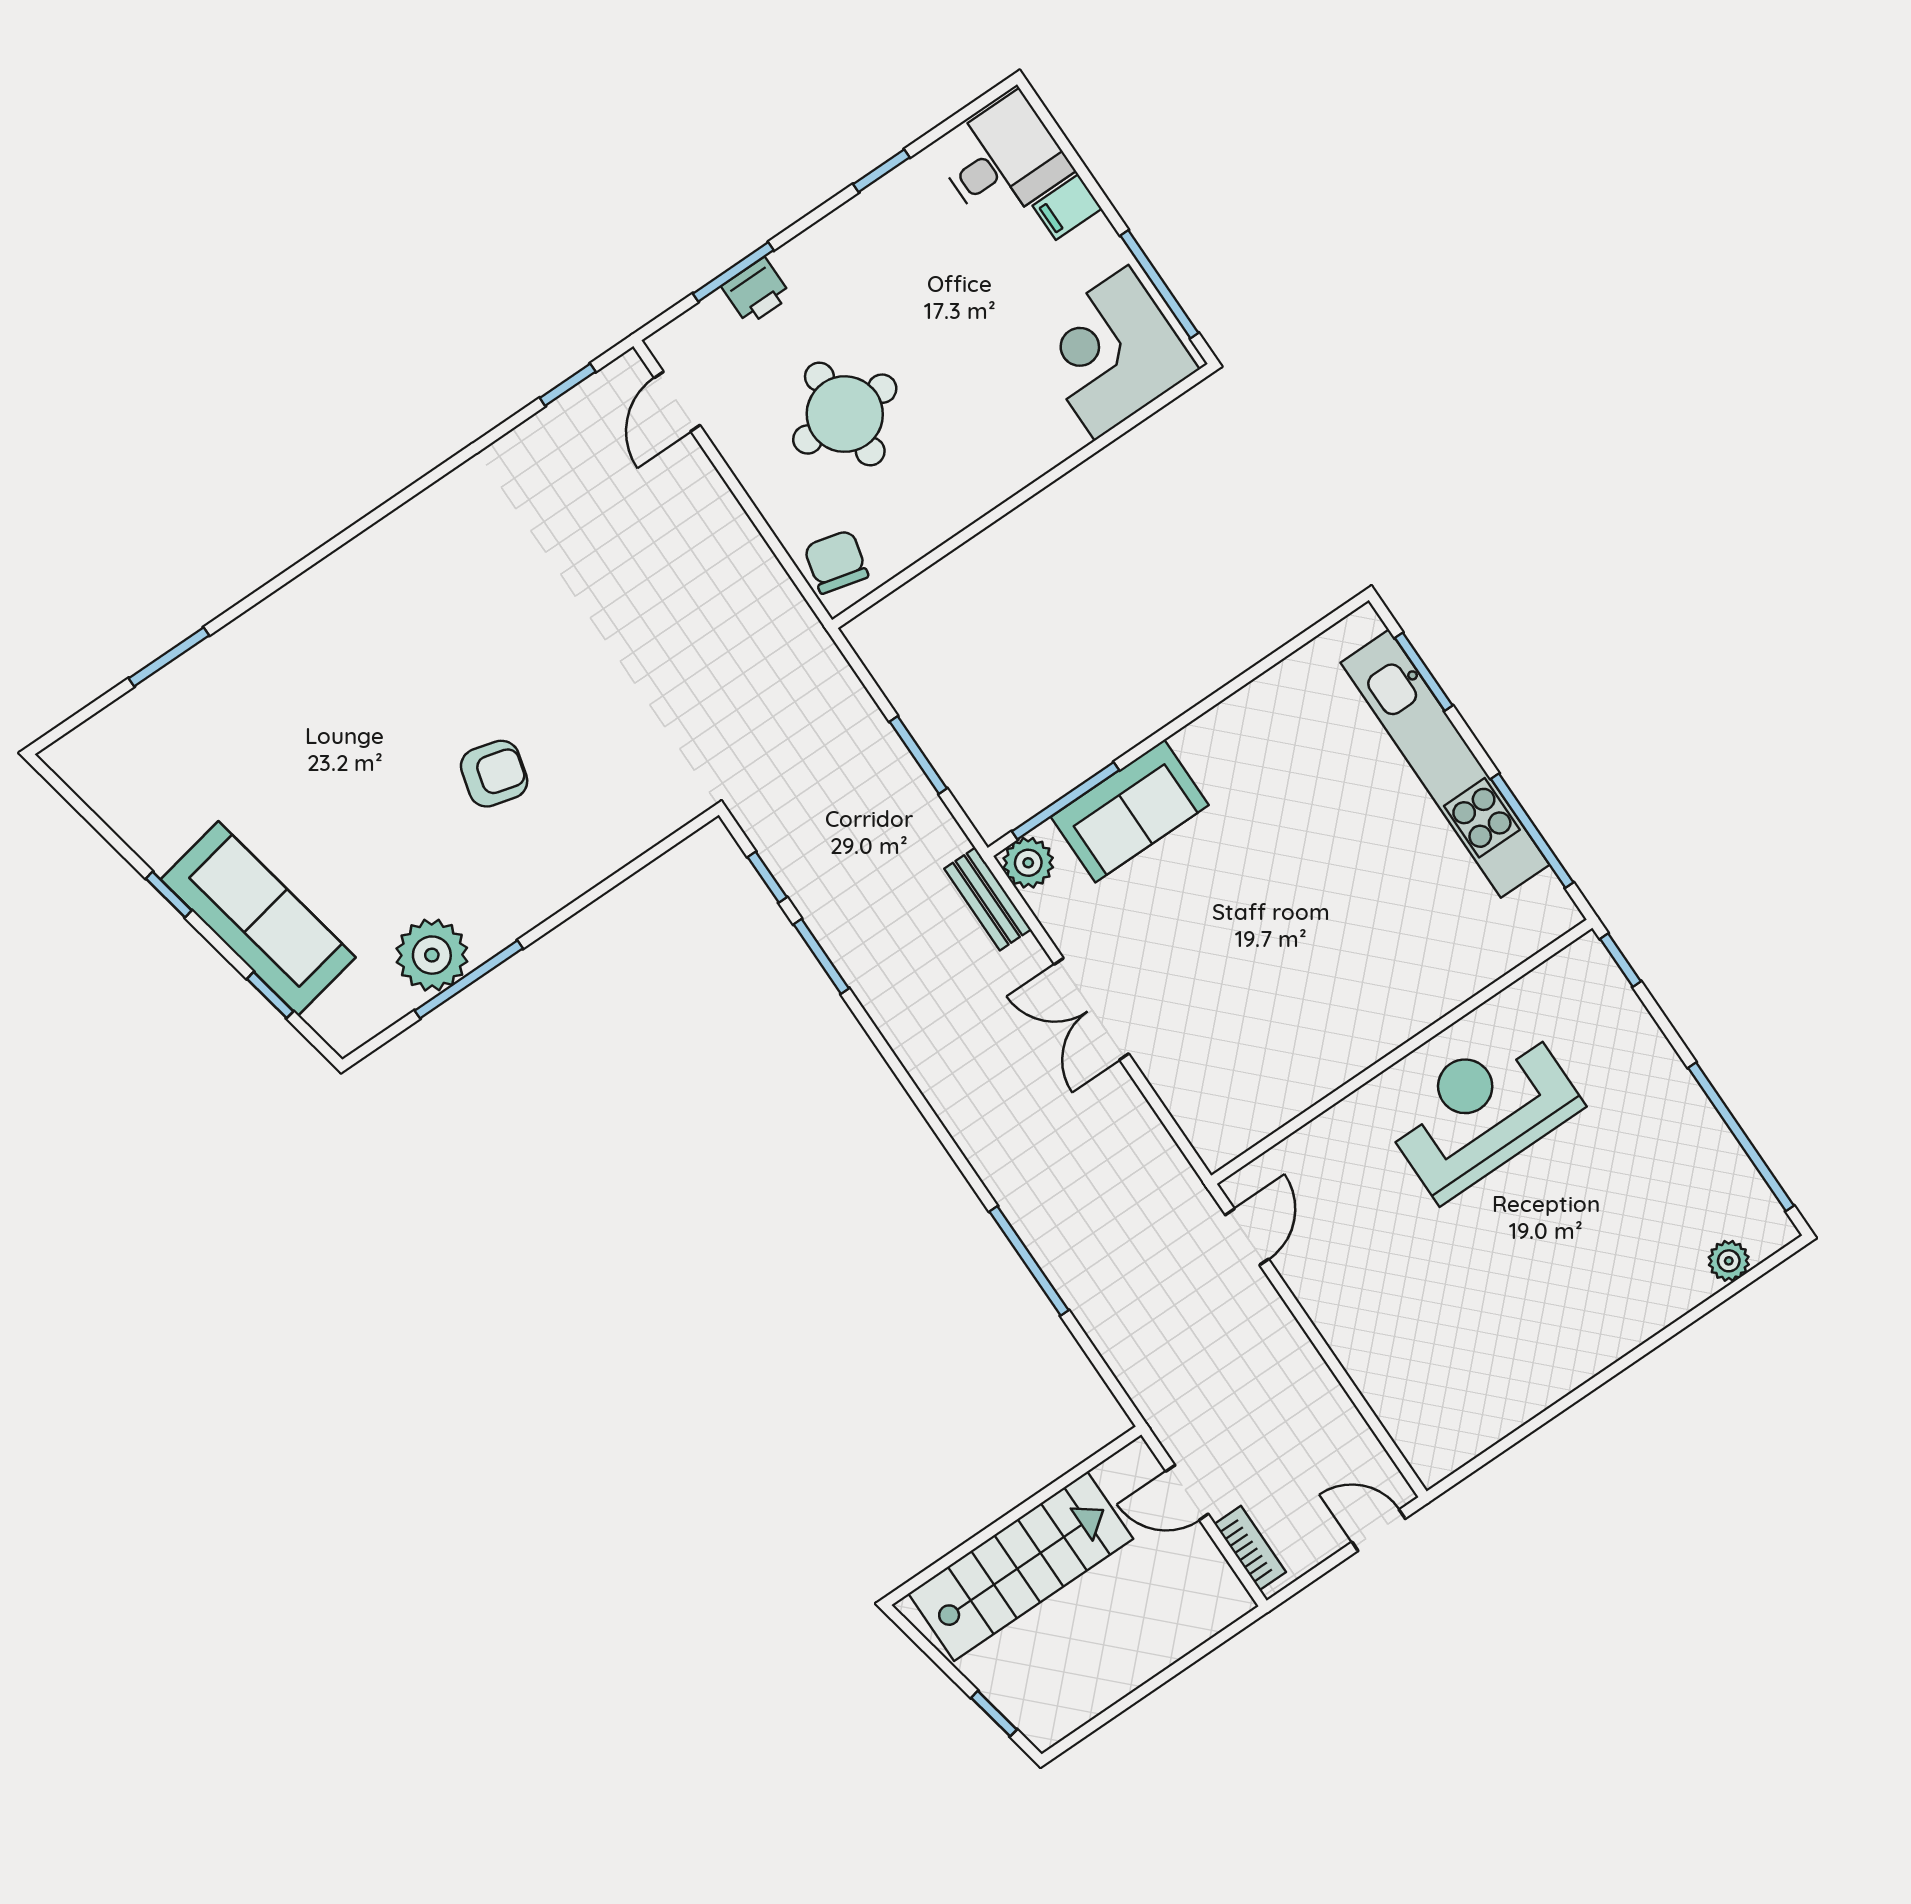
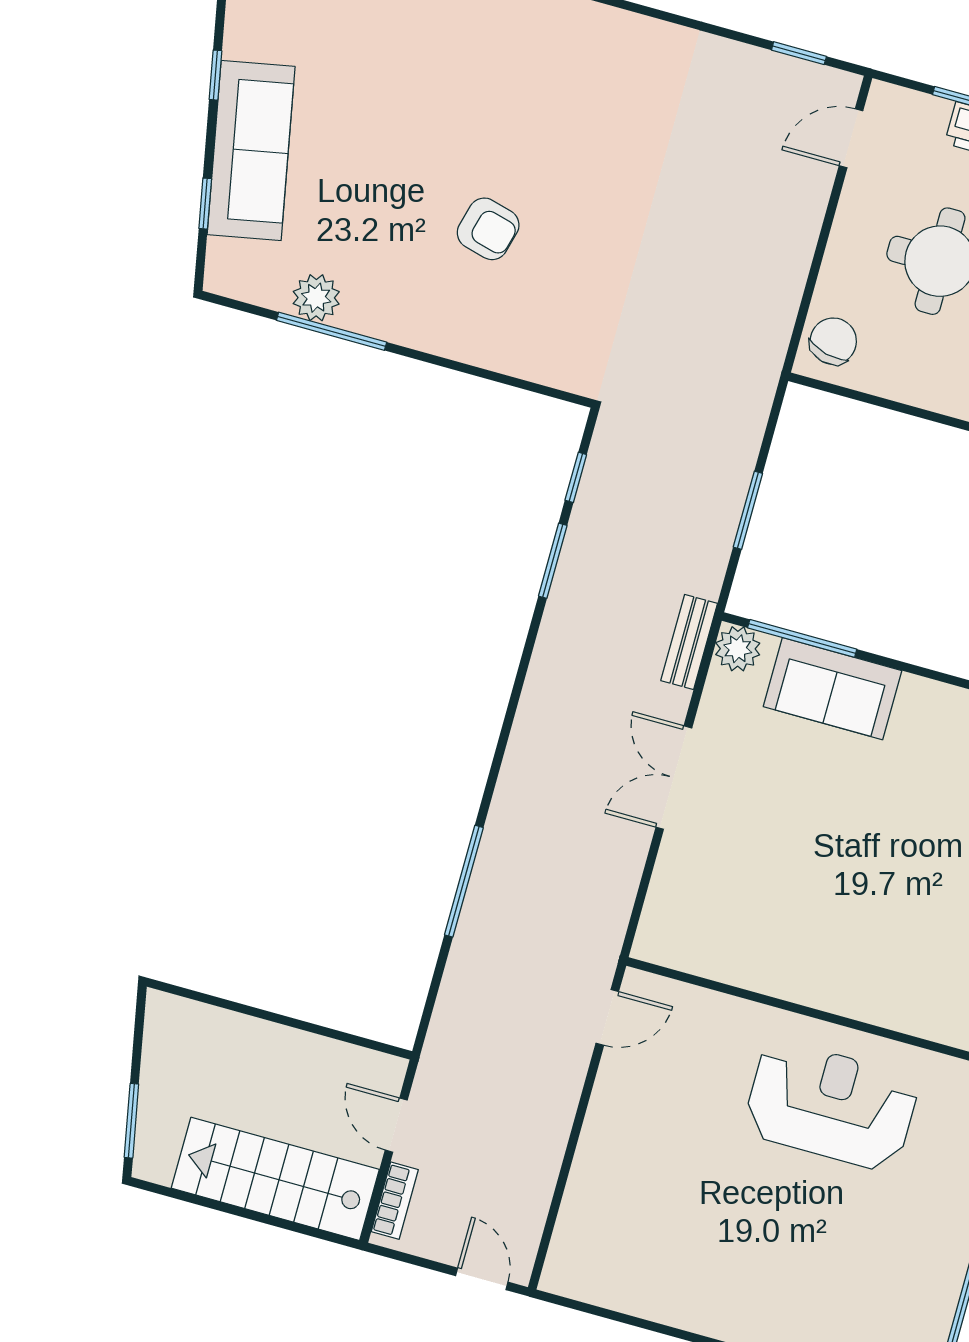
plant: (432, 955) -> (316, 298), width x0.73, depth x0.73
stairs: (1021, 1566) -> (275, 1179), moved, turned 180
window: (994, 1714) -> (131, 1121), width x1.50

